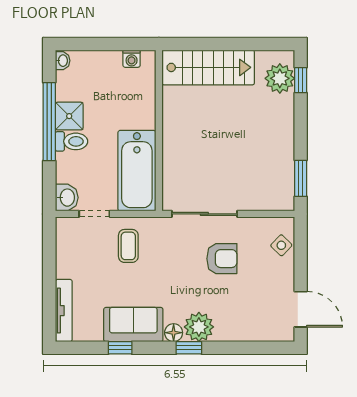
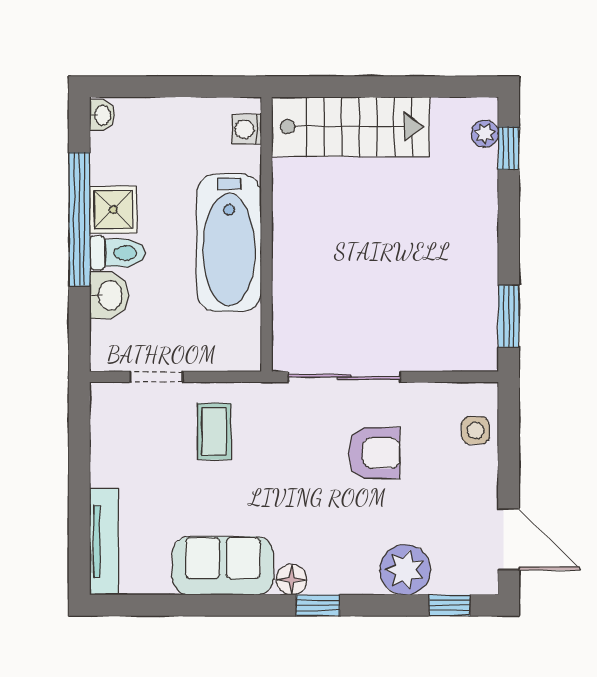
washing machine: (132, 59) -> (247, 129), moved, turned 90
plant: (280, 78) -> (485, 134), width x0.53, depth x0.53
bathtub: (137, 171) -> (229, 243), moved
washbasin: (67, 198) -> (109, 295), moved
side table: (281, 245) -> (476, 430), turned 45
plant: (199, 327) -> (405, 570), moved
window: (120, 348) -> (450, 605), moved

